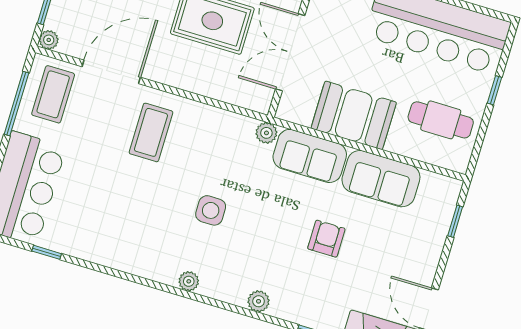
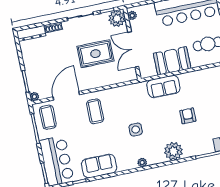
plant: (266, 133) -> (141, 87), removed
sofa: (381, 179) -> (99, 166), moved, turned 180
plant: (259, 301) -> (173, 151), width x1.88, depth x1.88

